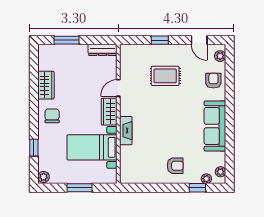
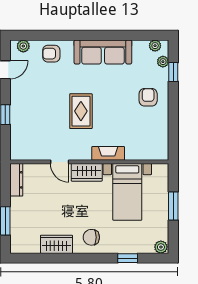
rug: (165, 76) -> (81, 111), moved

